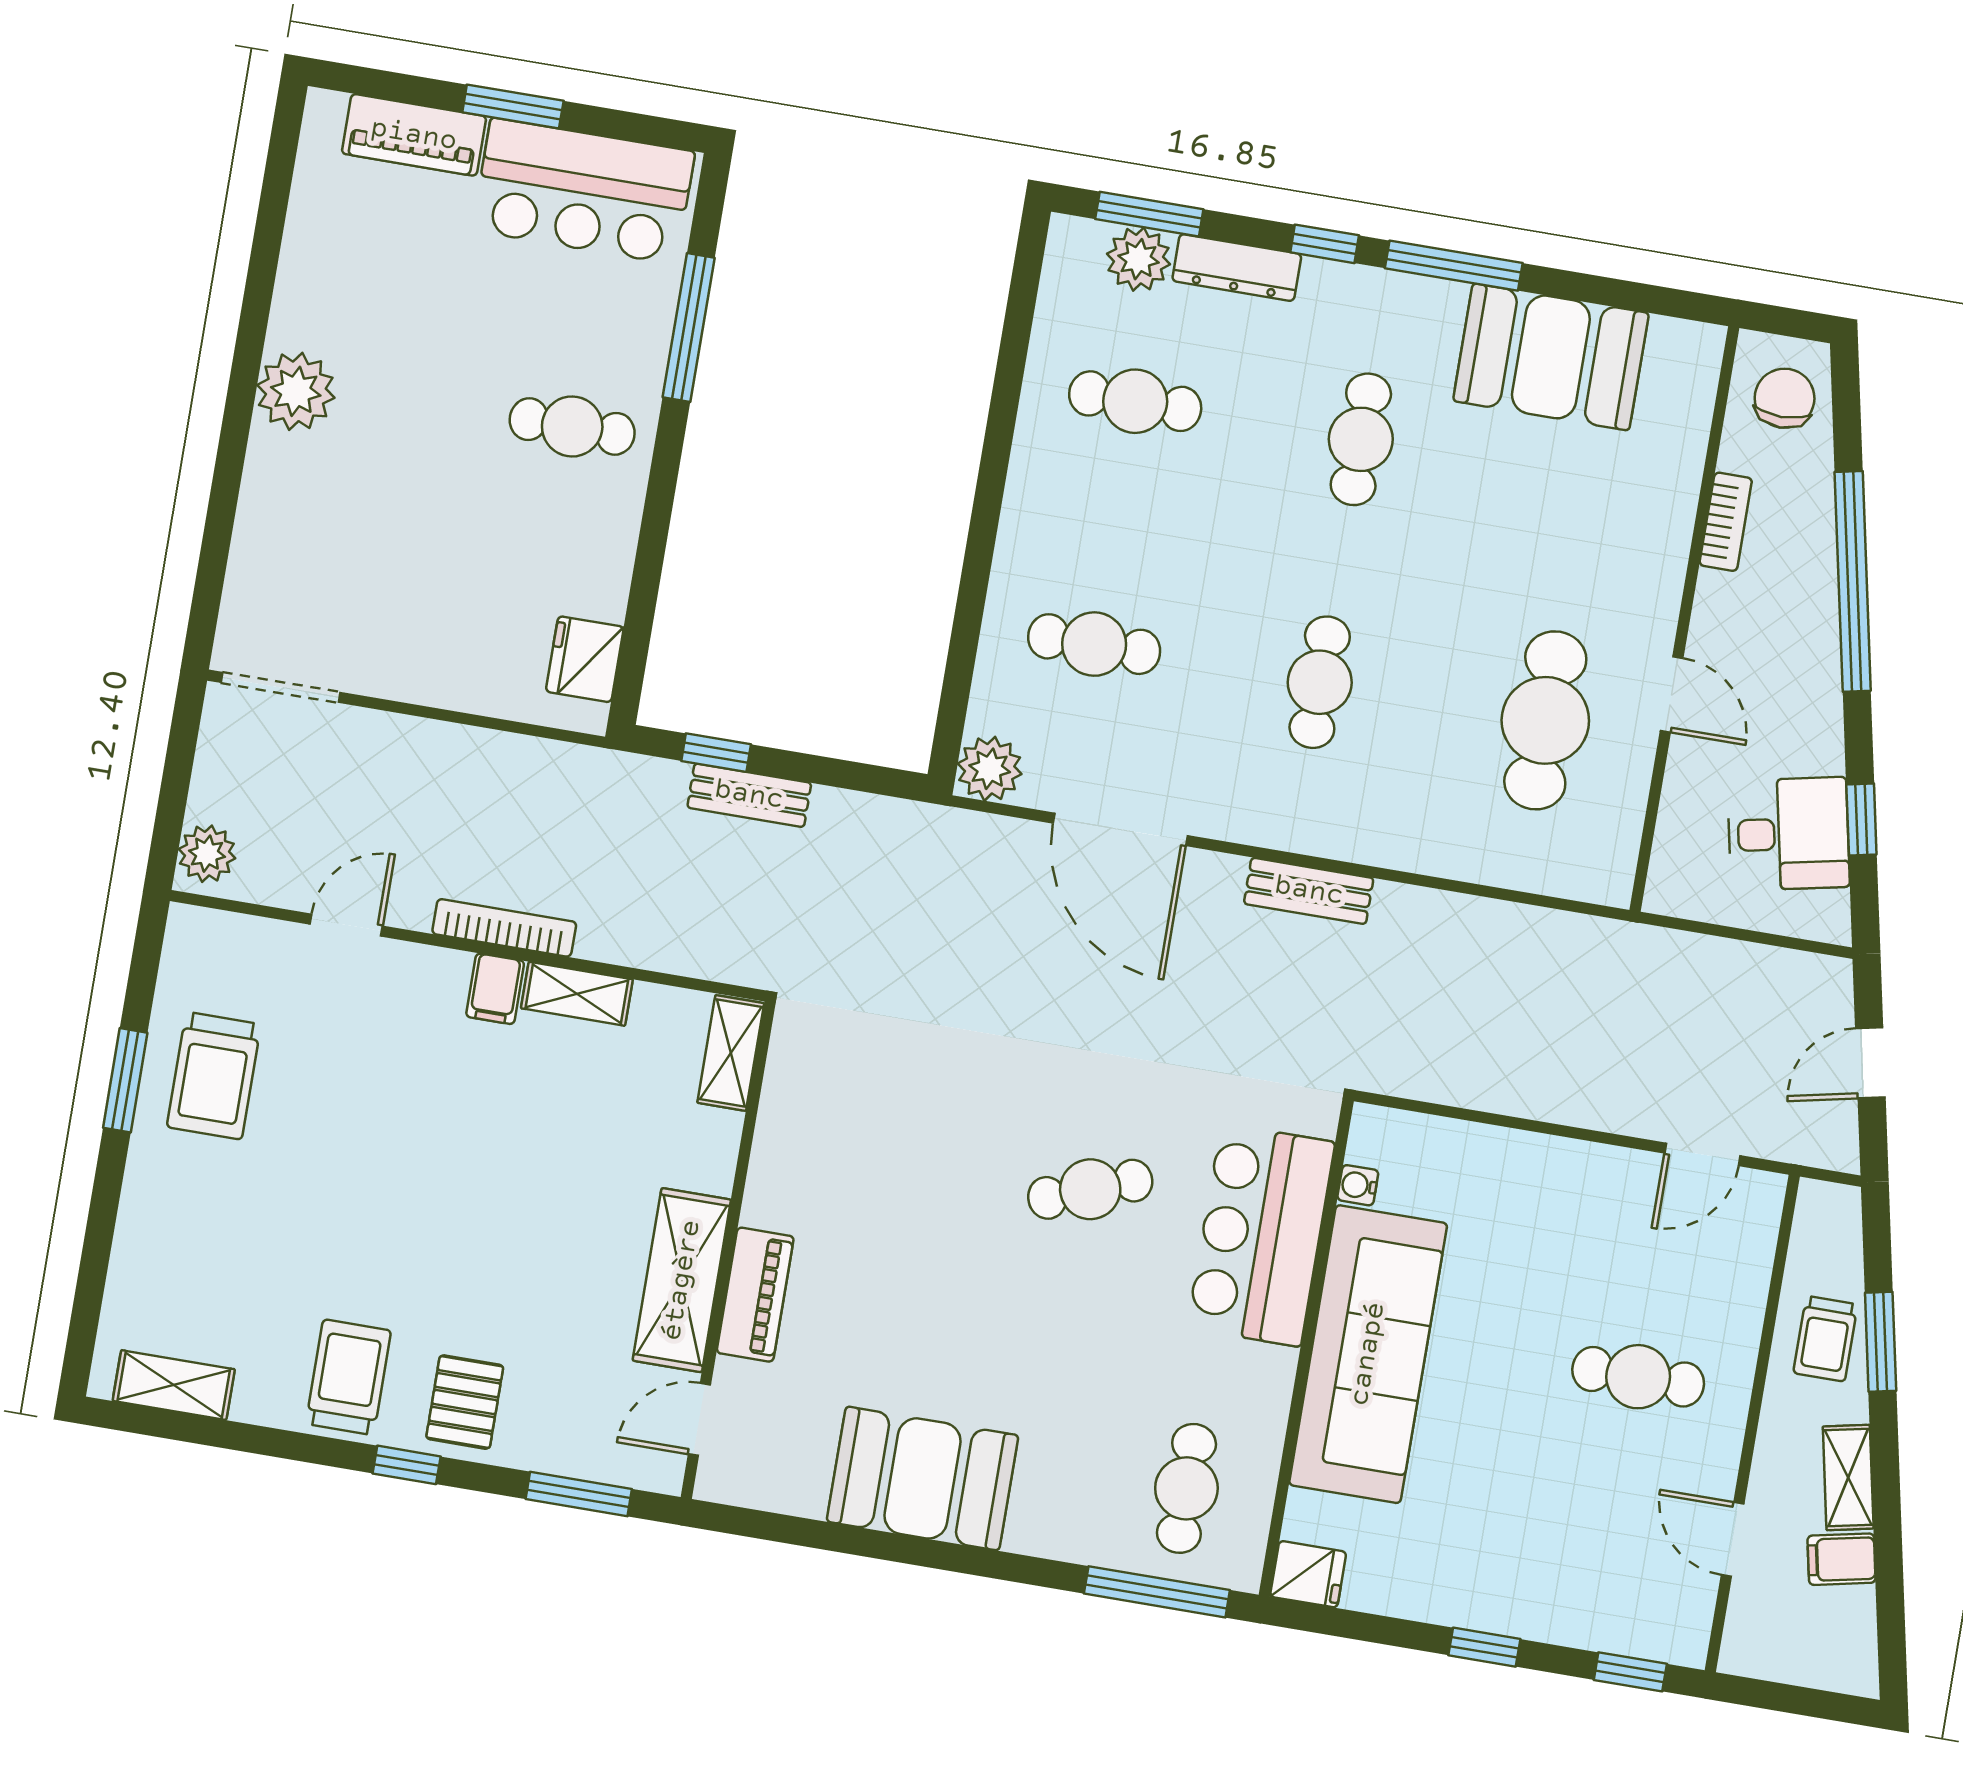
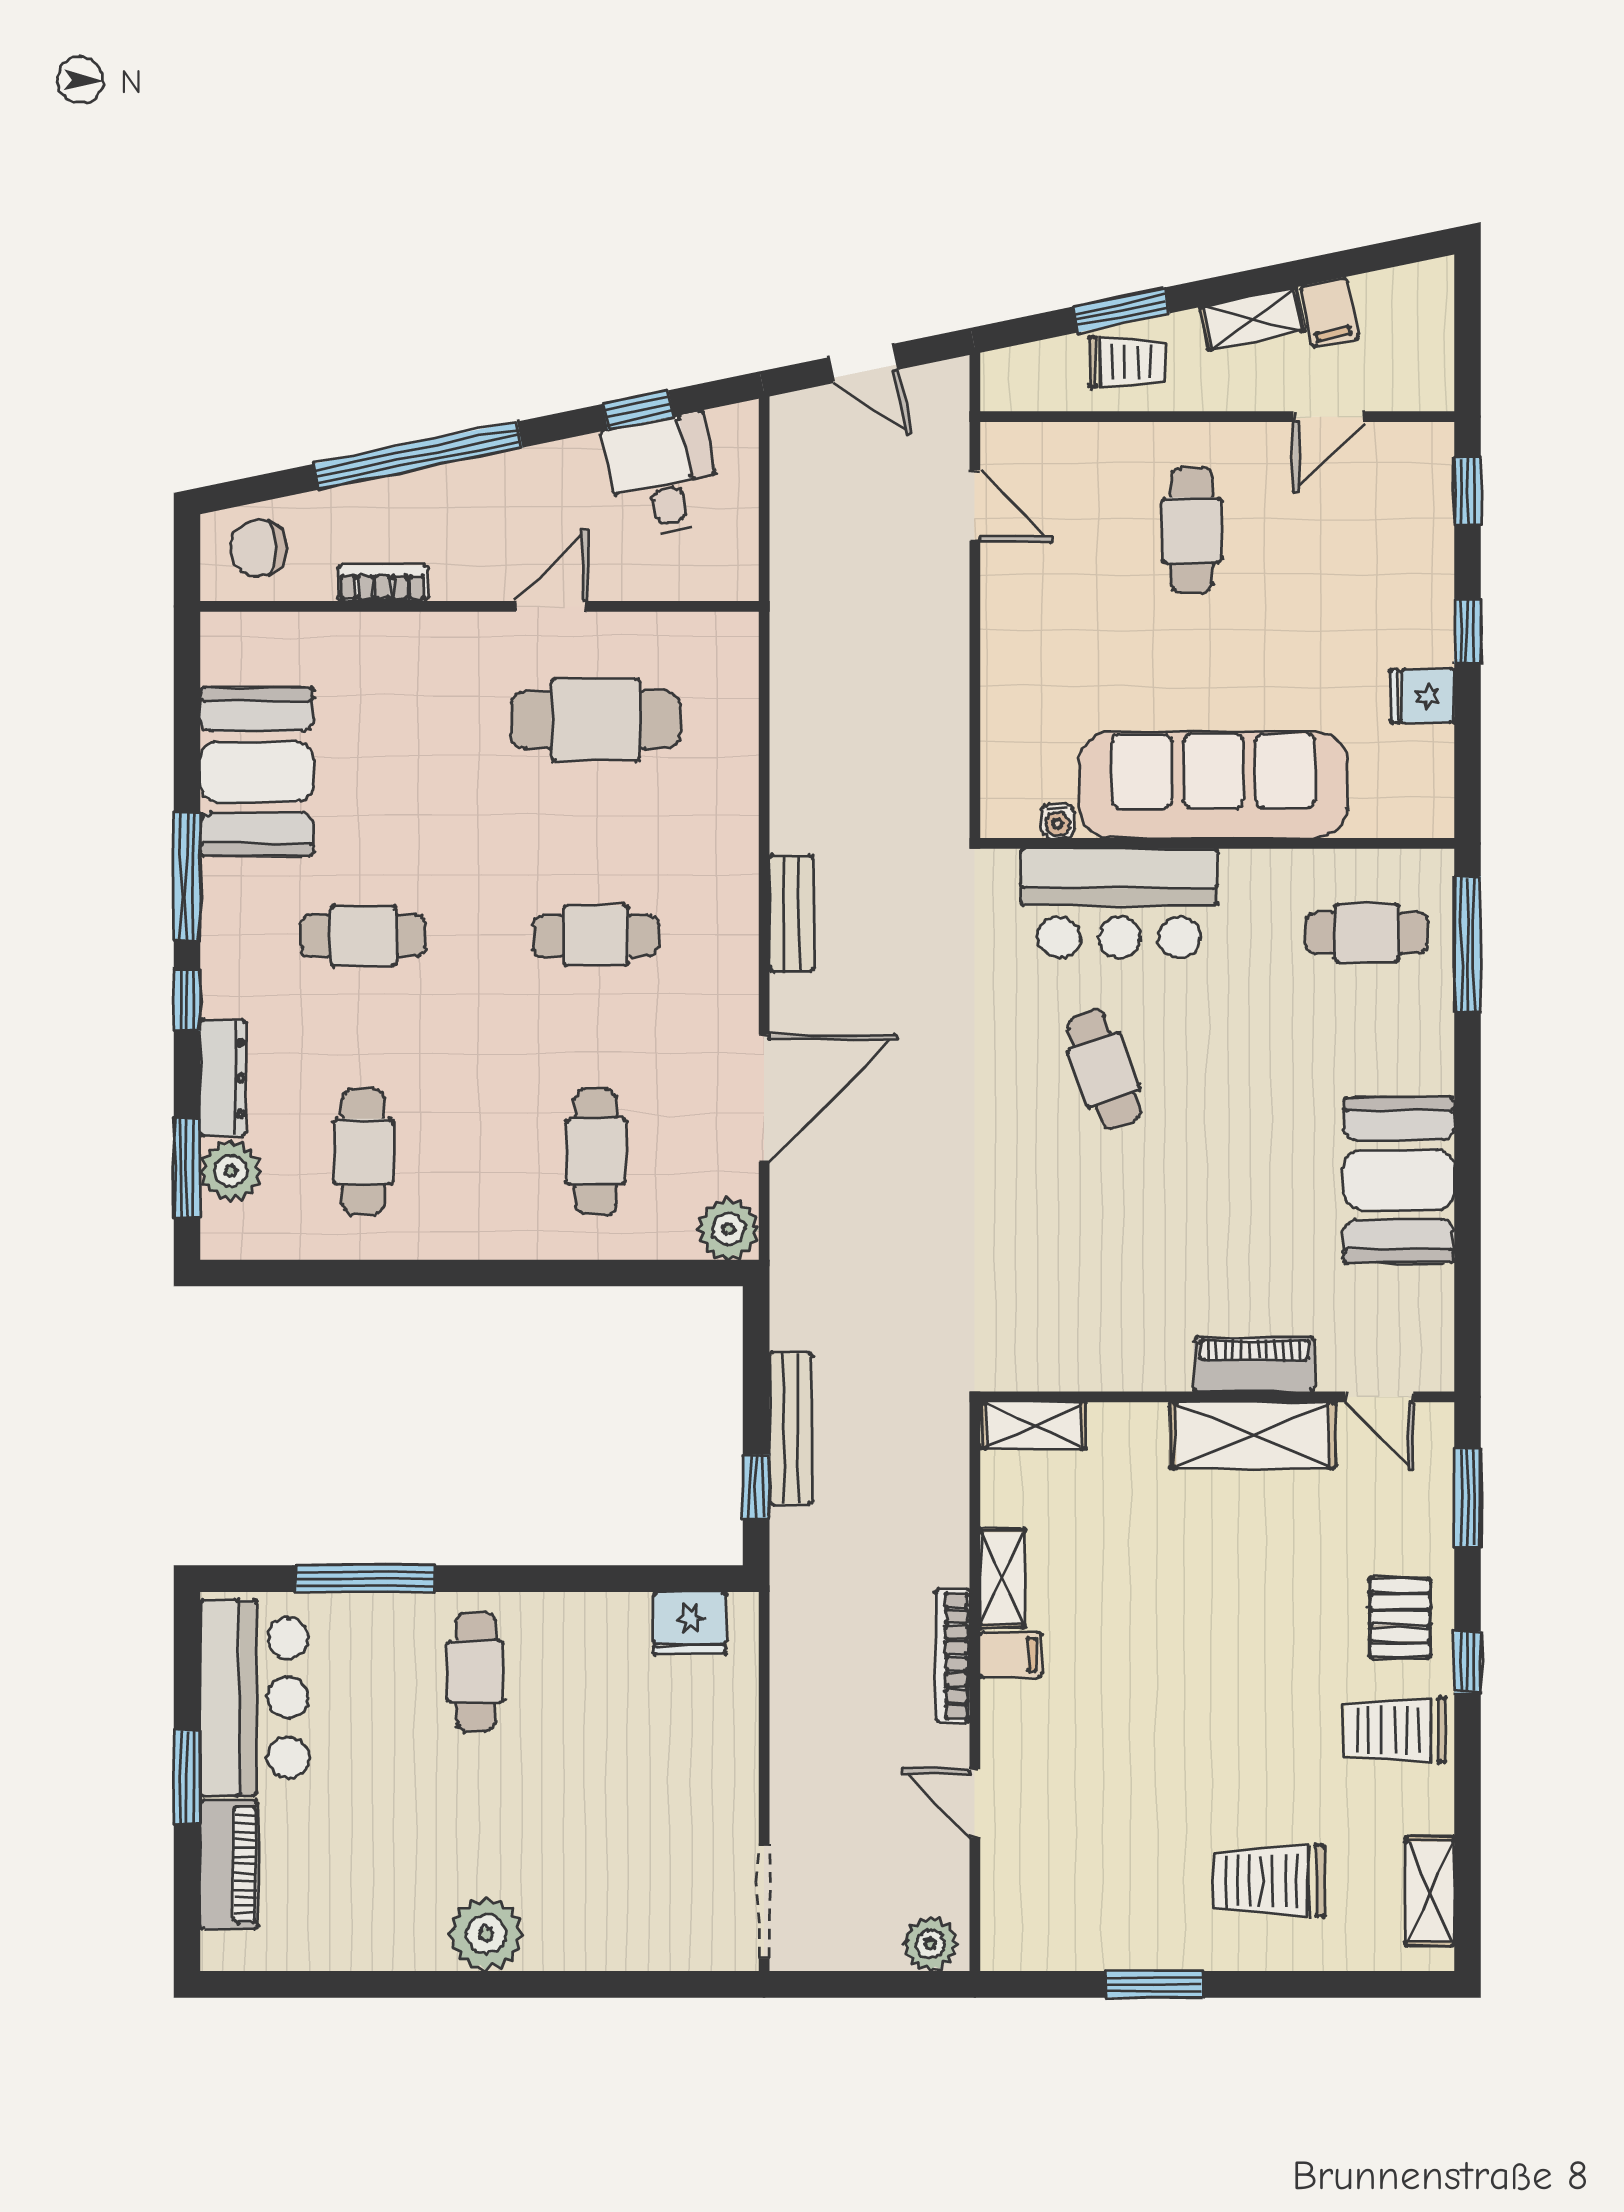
bench: (749, 795) -> (791, 1428), width x1.36
trolley: (214, 1076) -> (1269, 1881), moved, turned 180
pallet: (465, 1402) -> (1400, 1618), turned 90
fridge: (1308, 1574) -> (1422, 696), moved, turned -90

